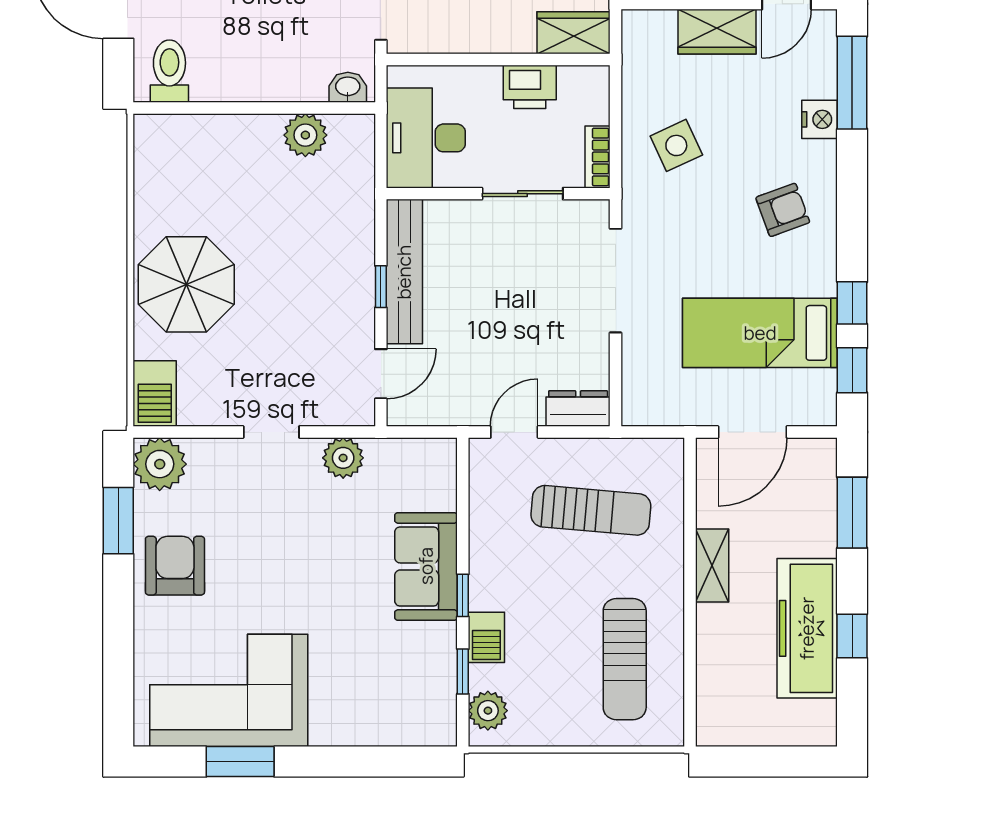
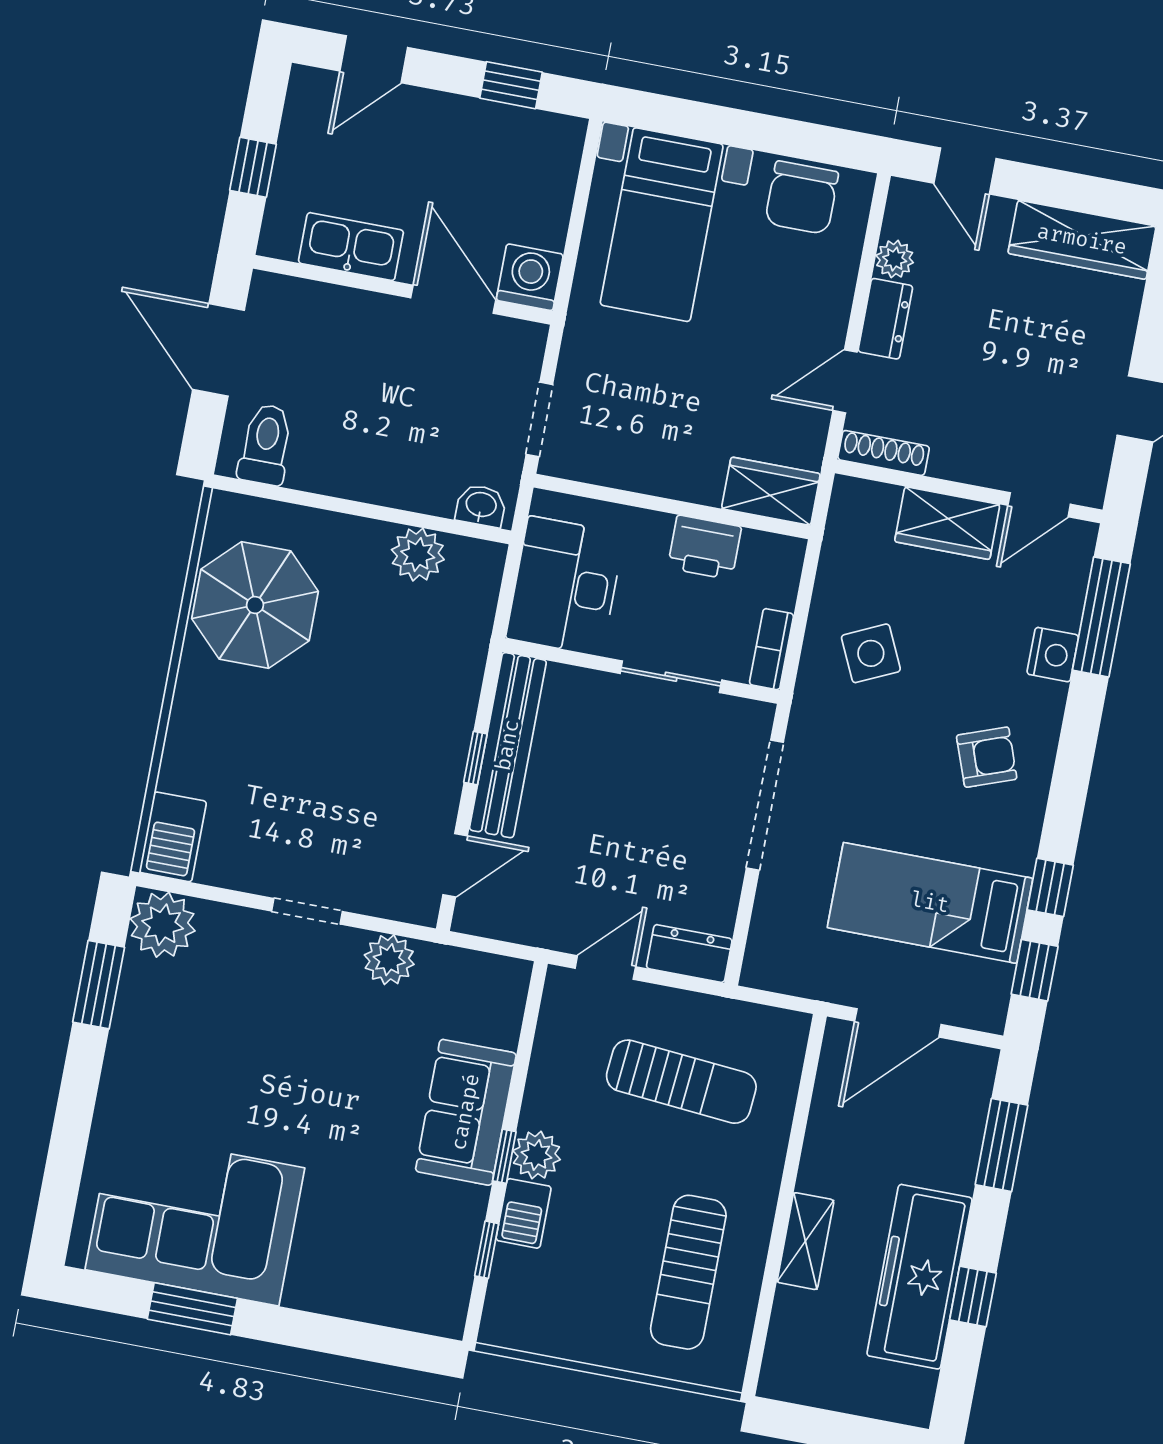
parasol: (186, 284) -> (255, 605), moved
armchair: (175, 566) -> (158, 1053), removed
shelving: (712, 566) -> (805, 1241), moved
plant: (488, 711) -> (537, 1155), moved

